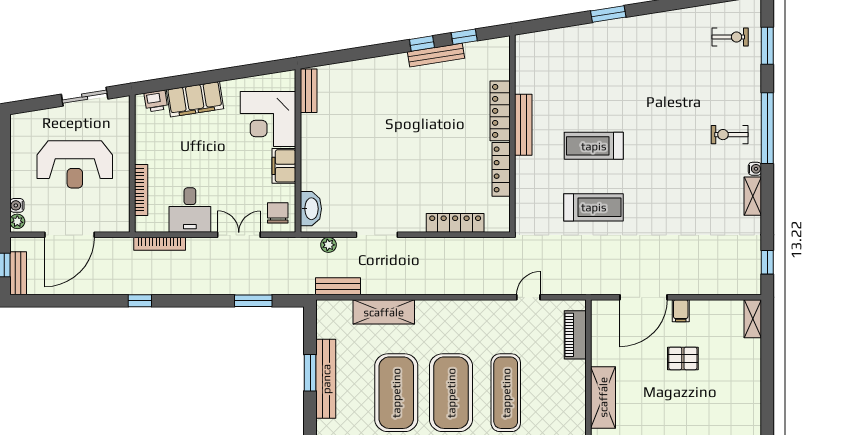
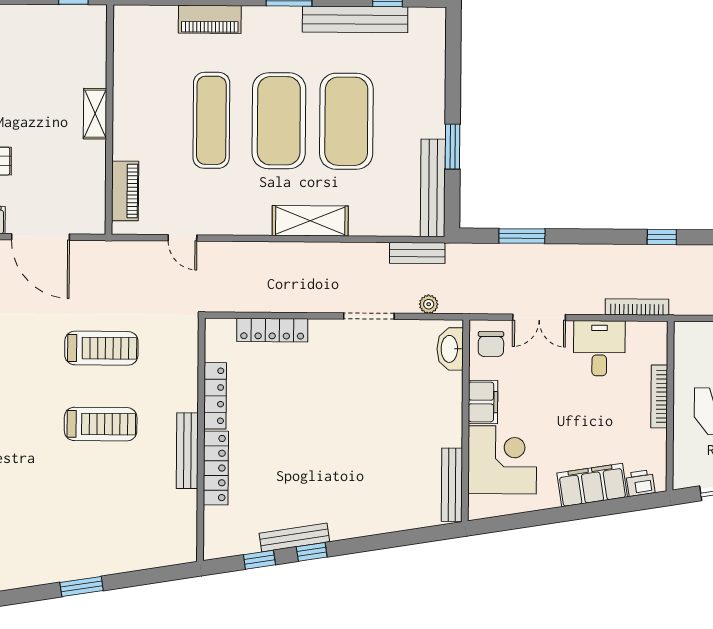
bench: (309, 91) -> (452, 485), width x1.36
bookcase: (141, 190) -> (659, 396), moved
treadmill: (594, 207) -> (101, 348), turned 180
door: (528, 297) -> (182, 238), hinge flipped
door: (644, 297) -> (40, 237), swing flipped
shelving: (384, 312) -> (310, 221), moved
bench: (326, 379) -> (433, 188), moved
shelving: (603, 397) -> (95, 114), width x0.67, depth x0.75

